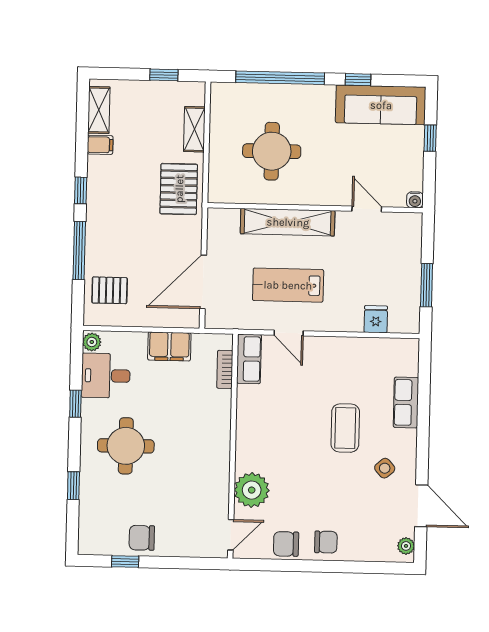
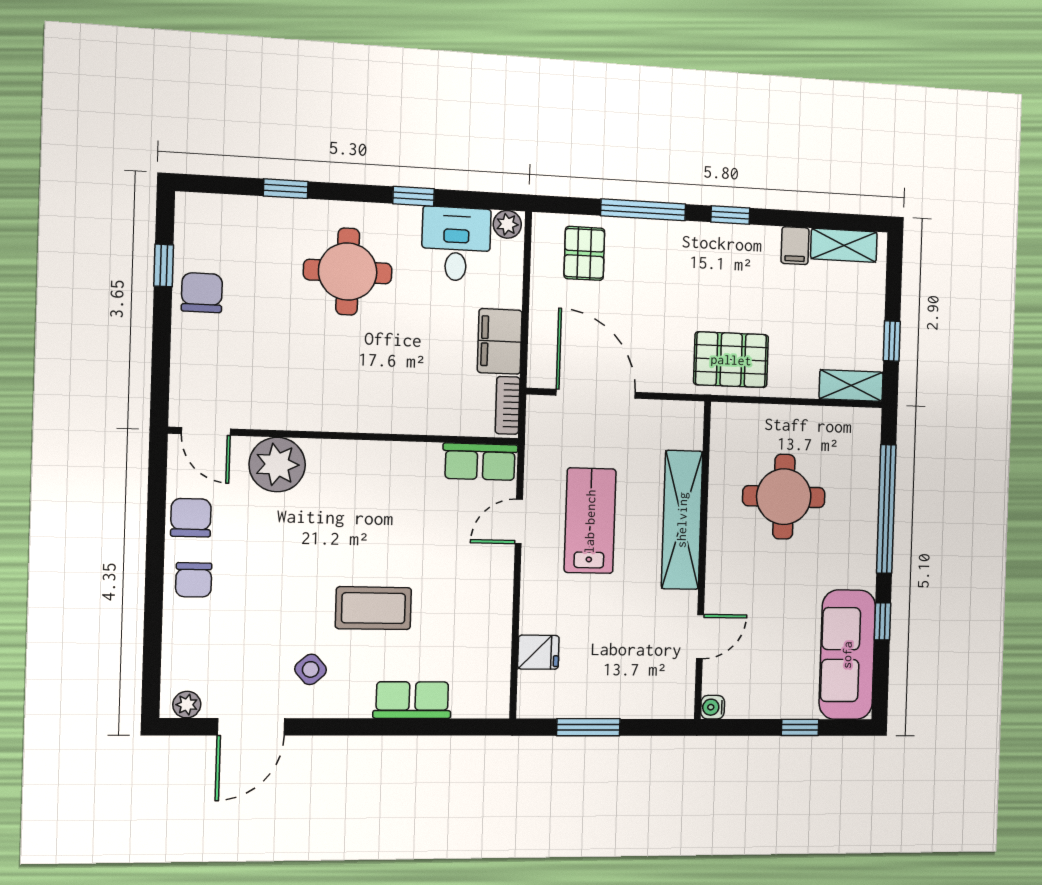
shelving: (194, 129) -> (851, 385), moved
bookcase: (225, 369) -> (508, 405), moved, turned -90

